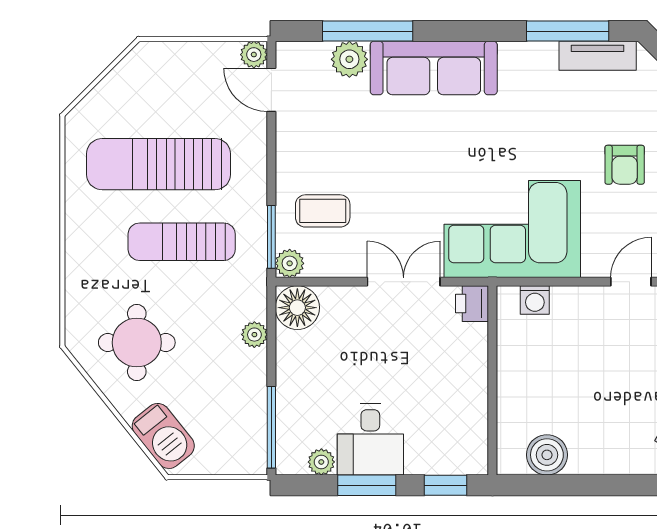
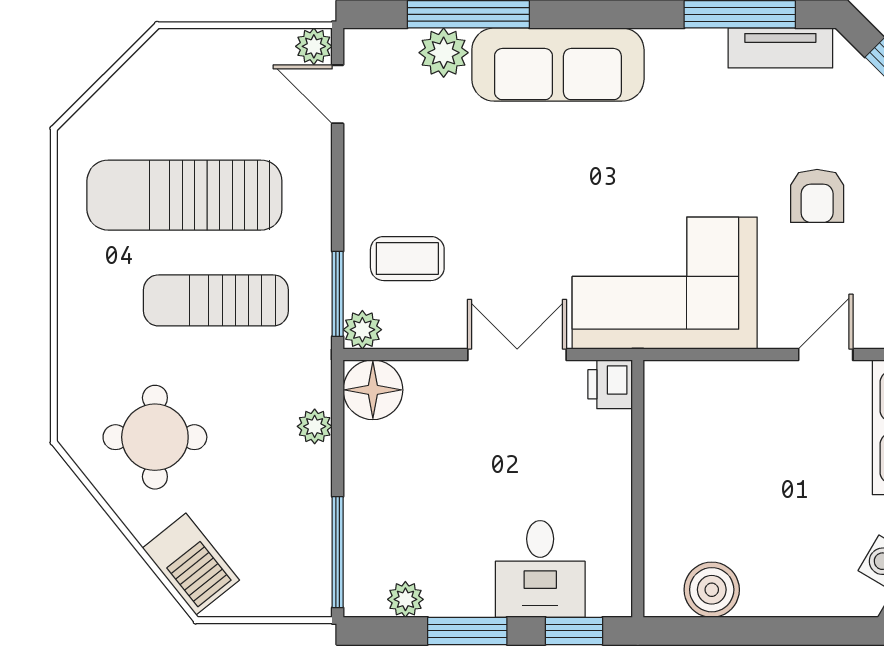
washing machine: (535, 300) -> (695, 379), removed
desk: (370, 440) -> (540, 569), moved

